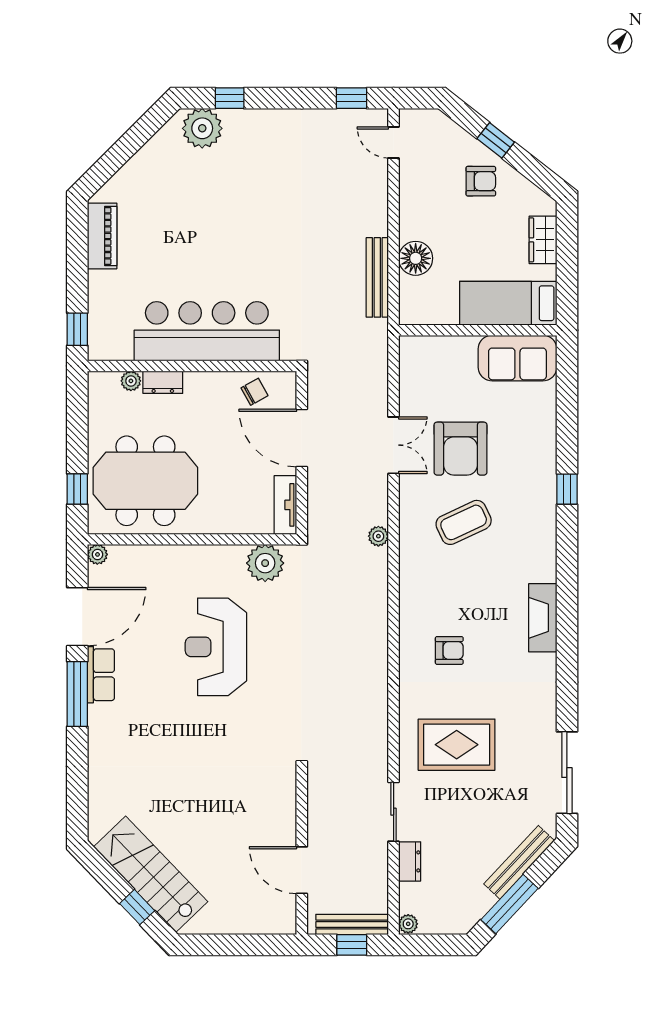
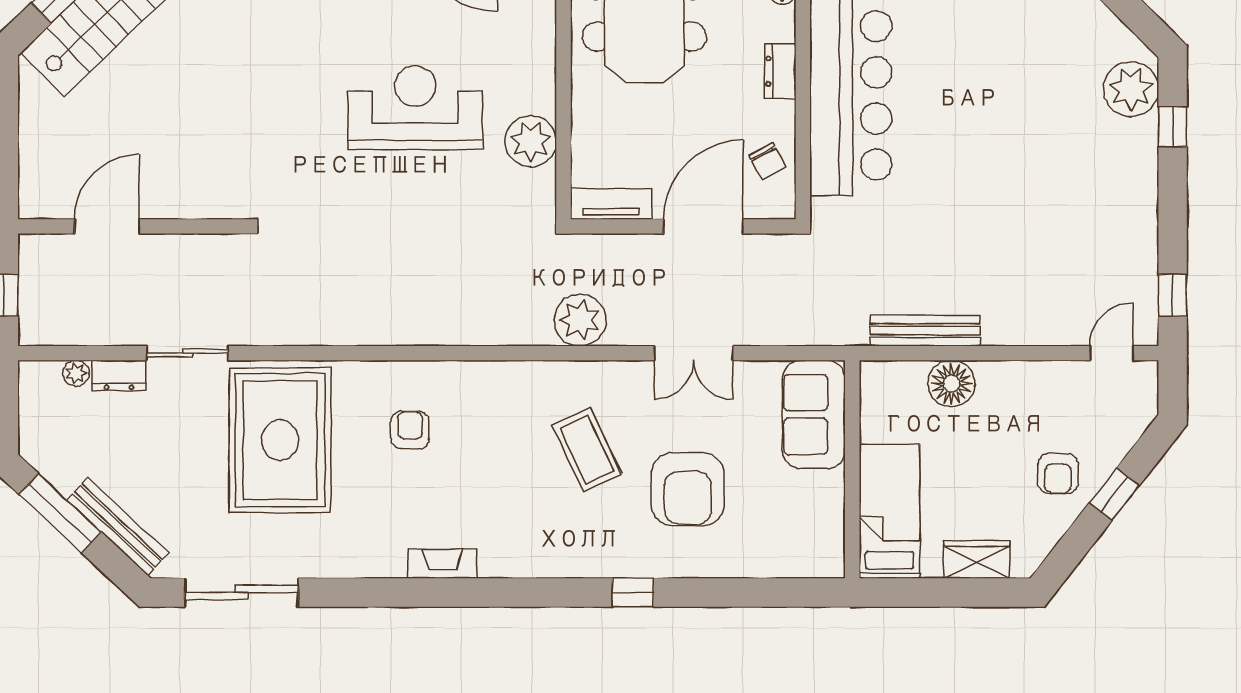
sofa: (517, 358) -> (814, 414), moved
dresser: (163, 382) -> (780, 71), moved
armchair: (460, 449) -> (688, 489), moved, turned -90
plant: (378, 536) -> (580, 320), width x1.87, depth x1.87
plant: (265, 563) -> (531, 141), moved
fireplace: (543, 618) -> (443, 564), width x0.73, depth x0.76
armchair: (449, 650) -> (410, 430), turned 180
rug: (457, 745) -> (280, 440), width x1.37, depth x1.44
bench: (352, 924) -> (32, 296), removed
plant: (408, 924) -> (76, 373), moved

